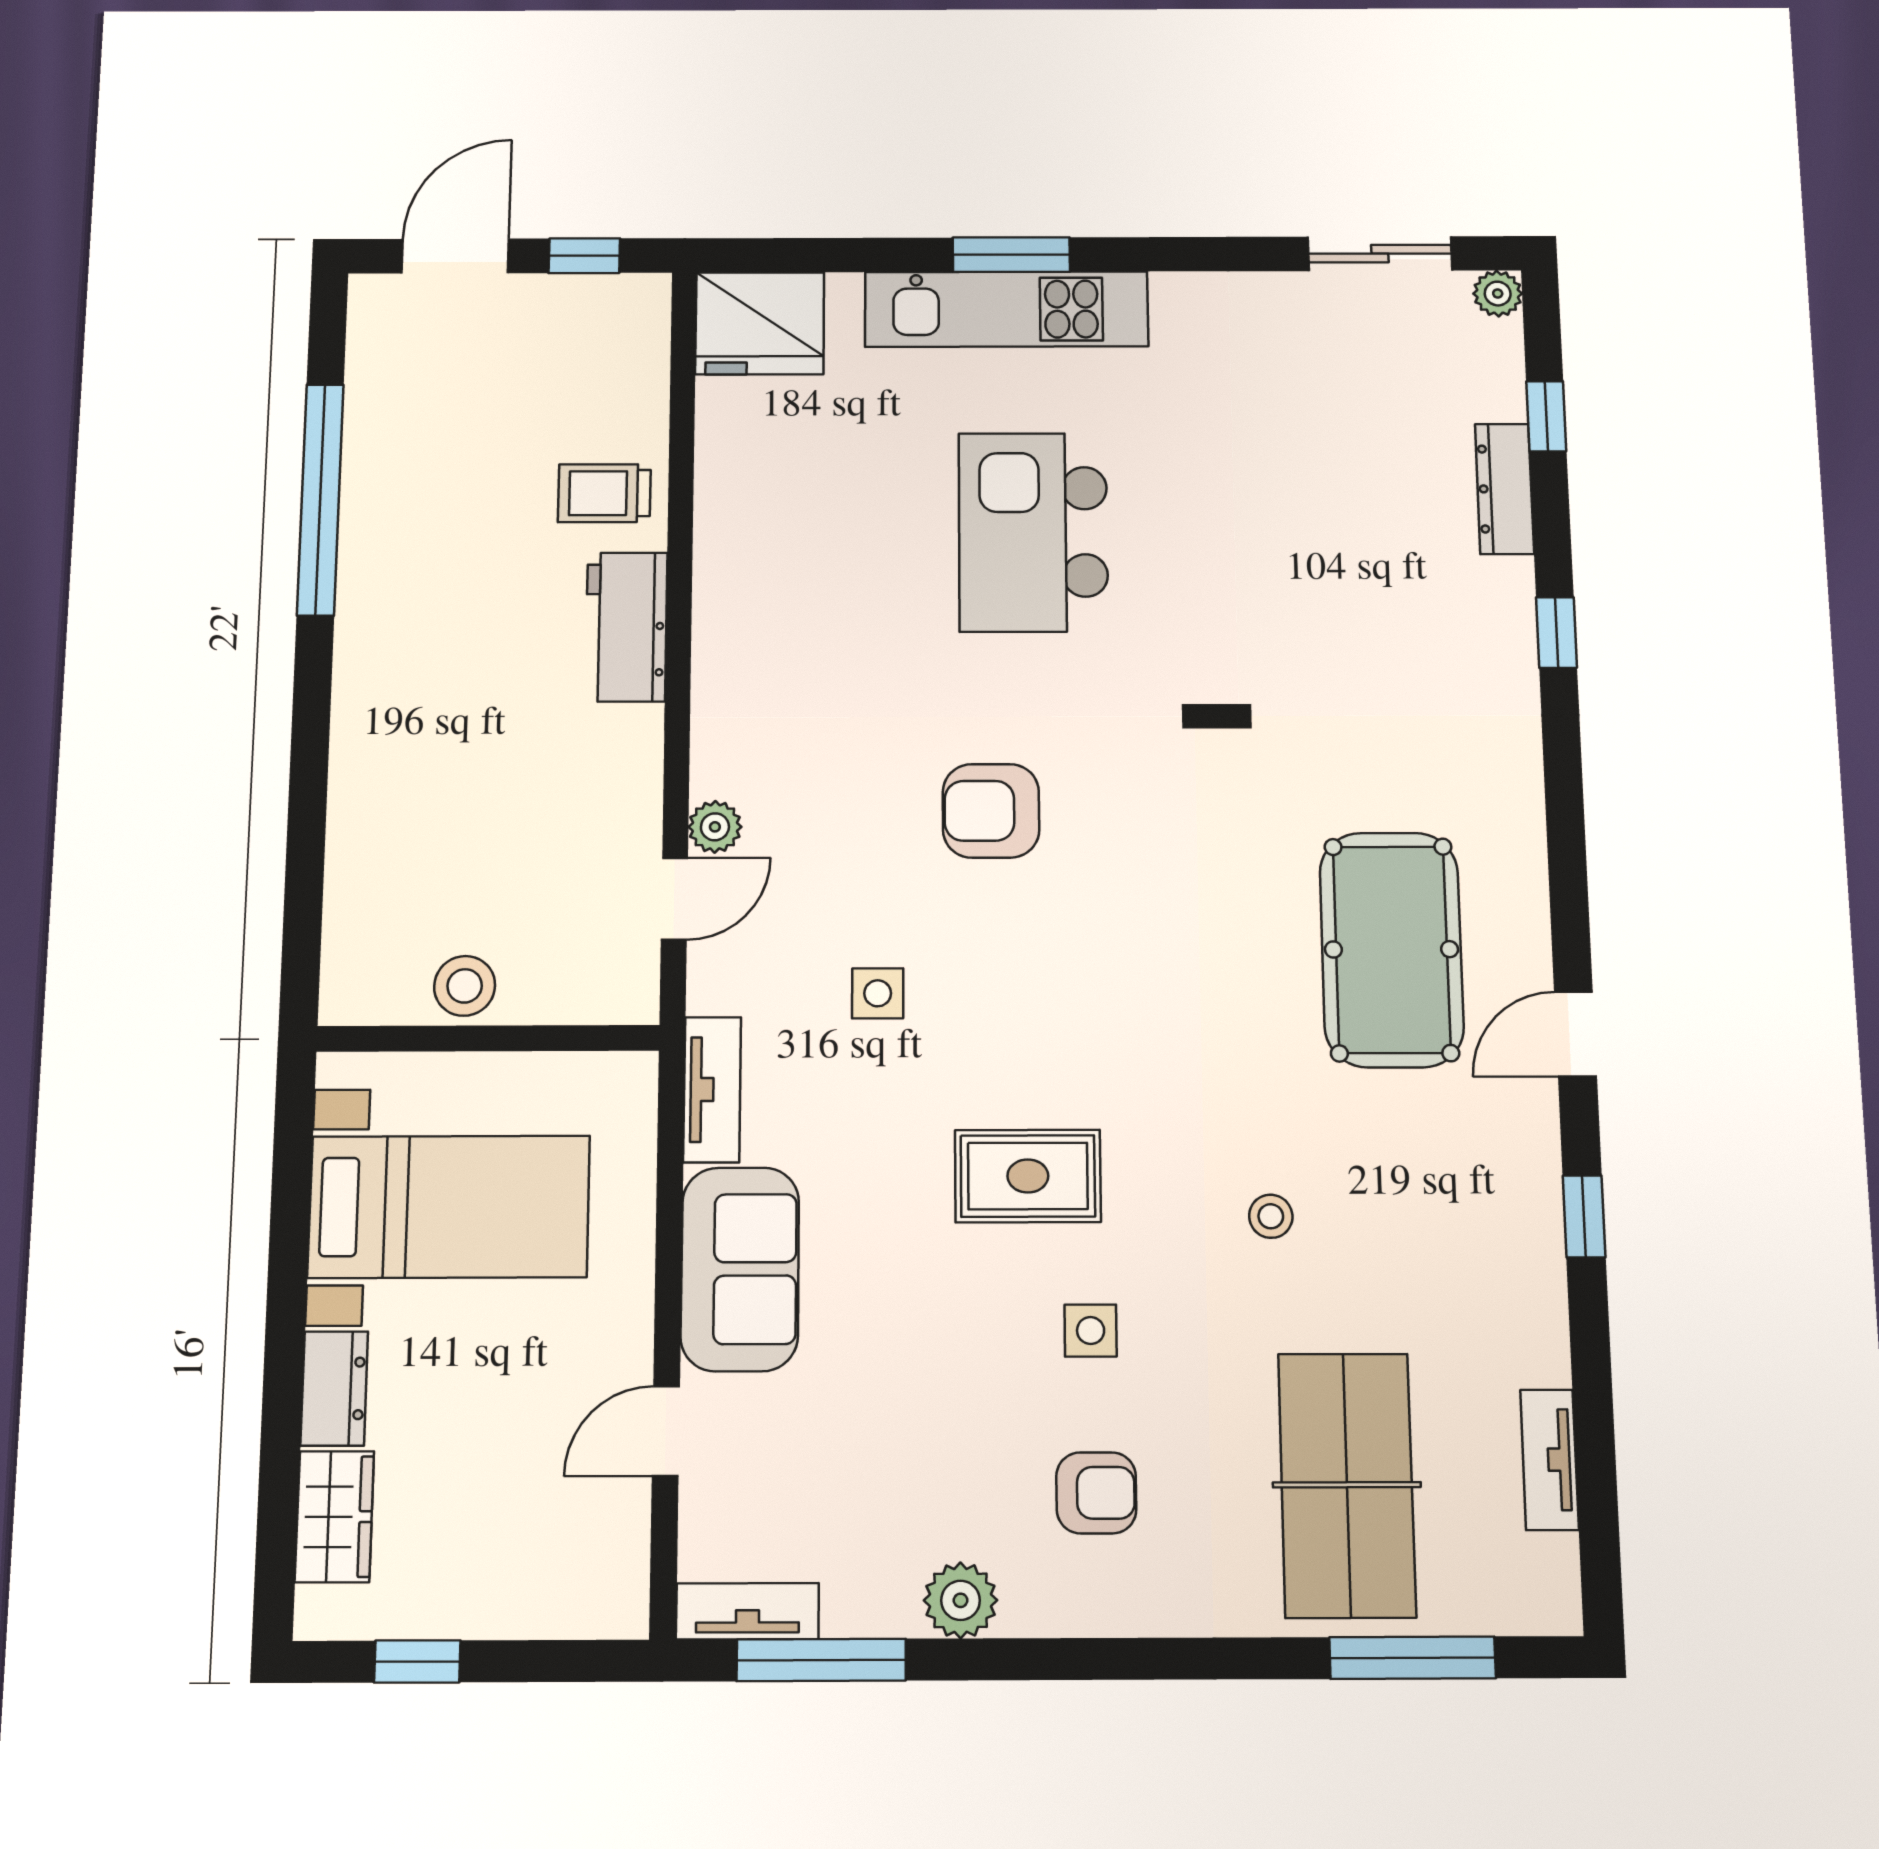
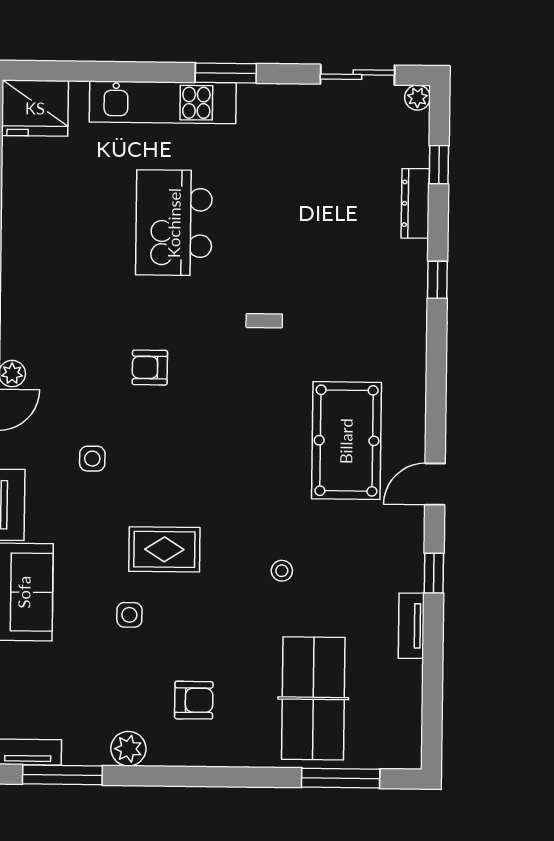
window: (1011, 255) -> (226, 73), moved
armchair: (991, 811) -> (150, 368), width x0.72, depth x0.72
side table: (1091, 1331) -> (129, 615), moved
tv unit: (1549, 1460) -> (411, 626), moved

